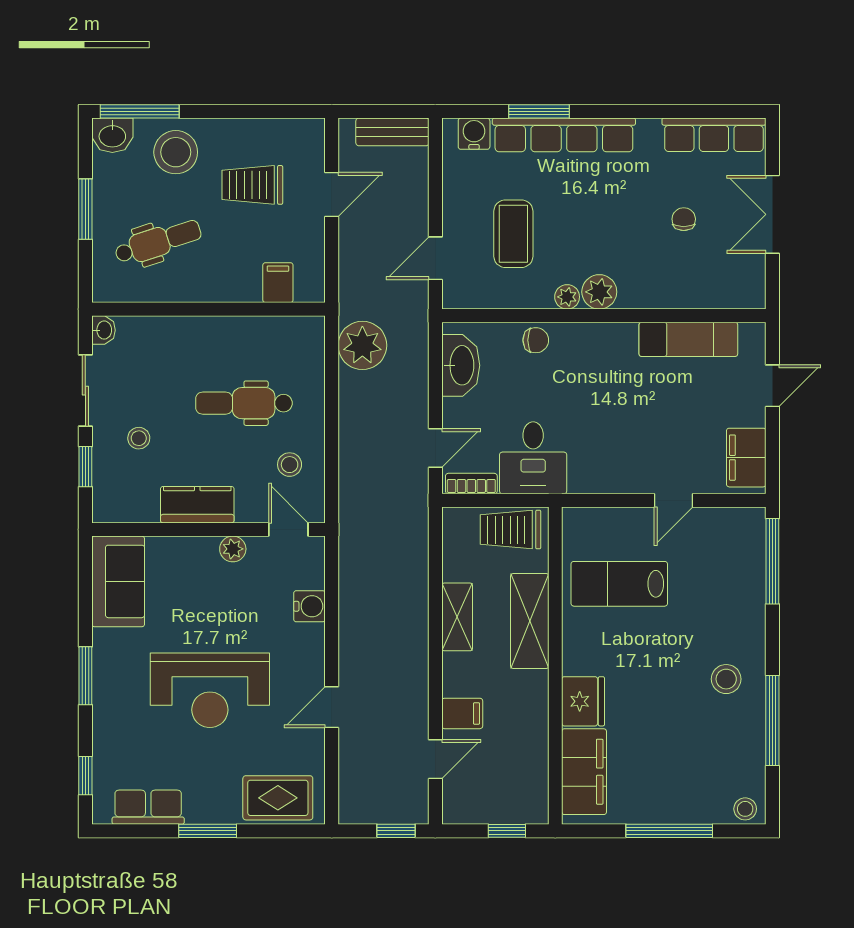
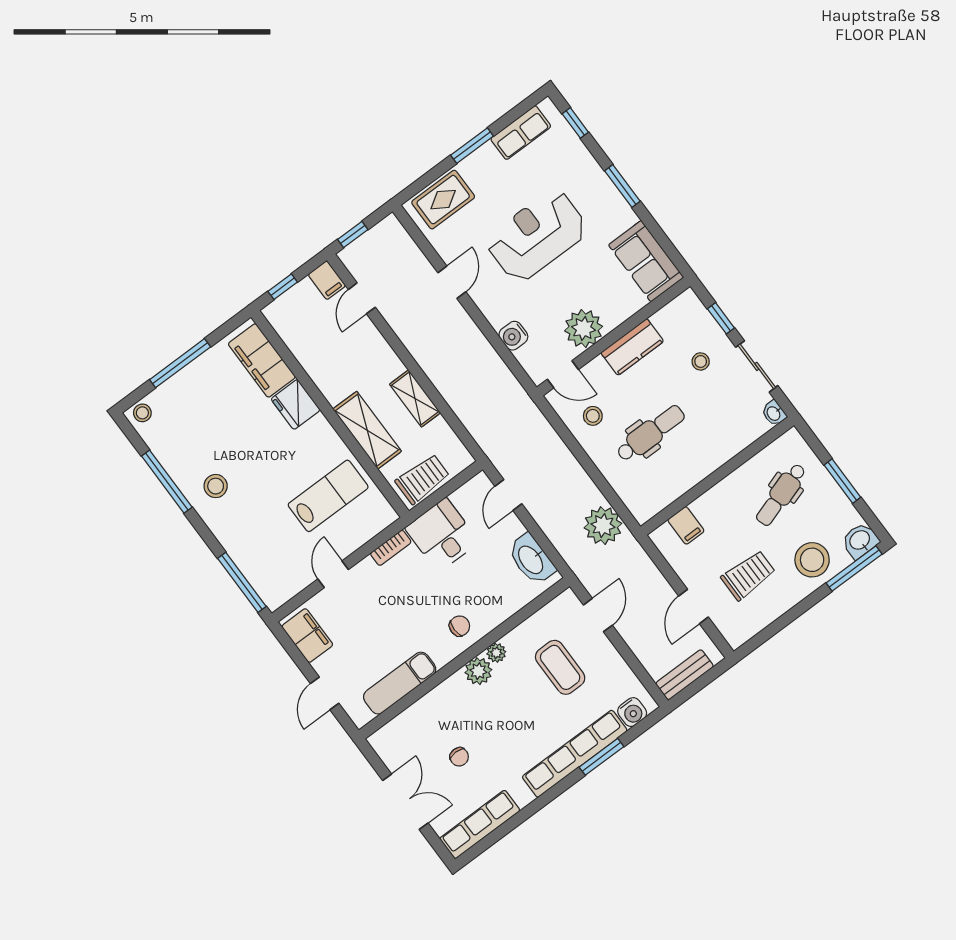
chair: (536, 340) -> (460, 626), moved, turned 180
bookcase: (471, 484) -> (391, 548), moved
plant: (233, 549) -> (584, 329), width x1.87, depth x1.87
filing cabinet: (462, 713) -> (327, 280), moved, turned -90

